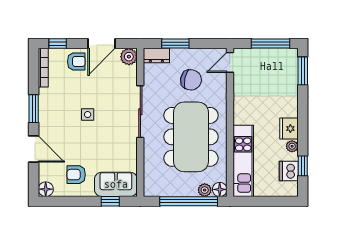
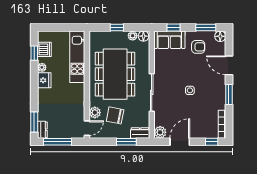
dresser: (291, 60) -> (42, 130), added
armchair: (76, 61) -> (198, 129), removed
plant: (219, 84) -> (95, 113), added
floor lamp: (220, 189) -> (143, 36), moved
plant: (205, 190) -> (133, 36), moved
window: (66, 201) -> (206, 28), added
window: (189, 201) -> (117, 28), width x0.32

